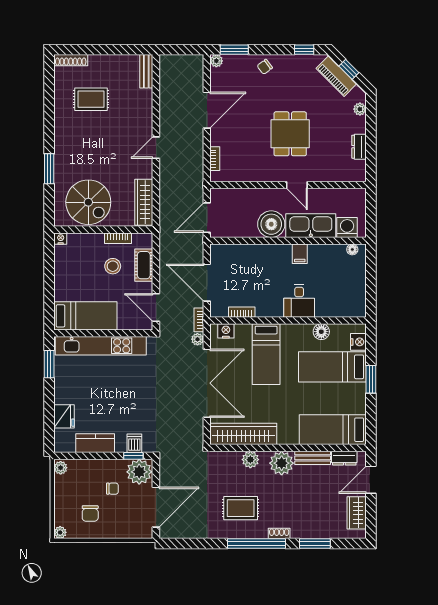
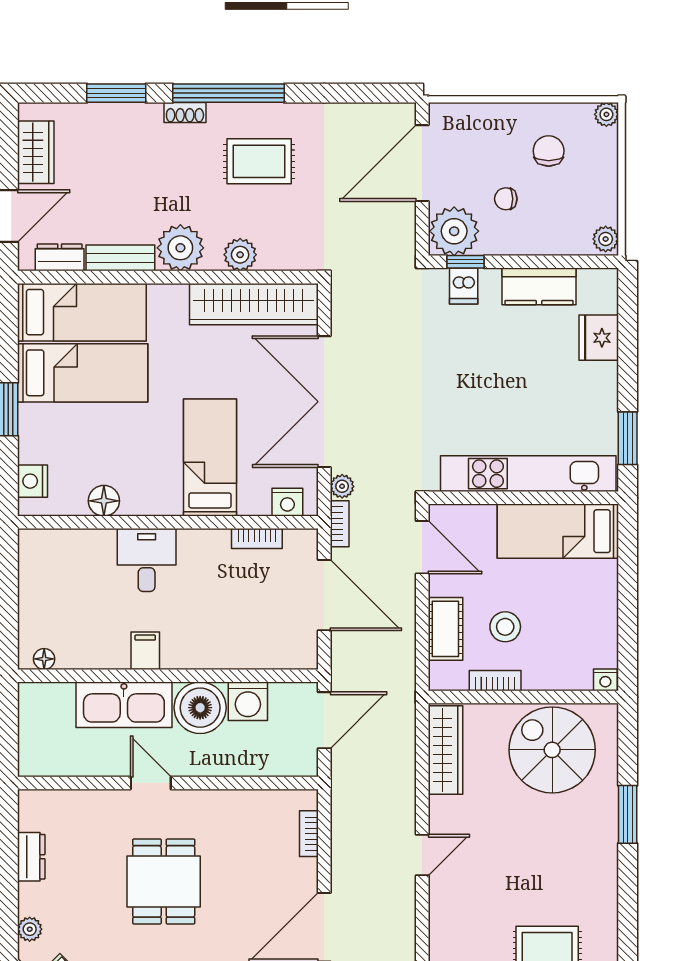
washing machine: (347, 228) -> (248, 701), moved
bed: (332, 367) -> (83, 373), moved

